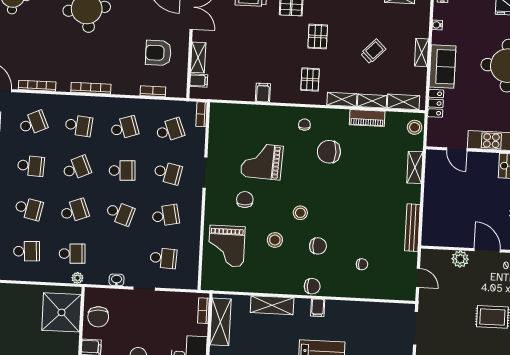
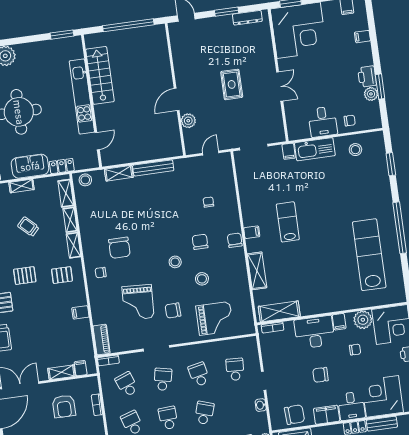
piano: (367, 118) -> (102, 340), moved
bench: (412, 228) -> (153, 168), moved

